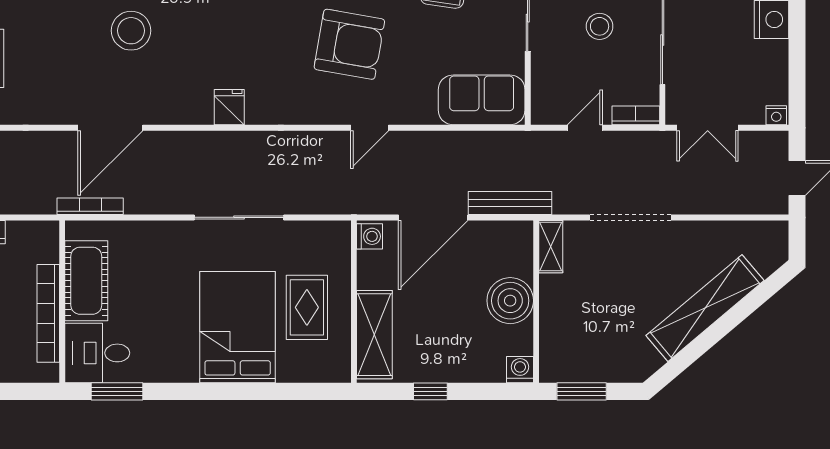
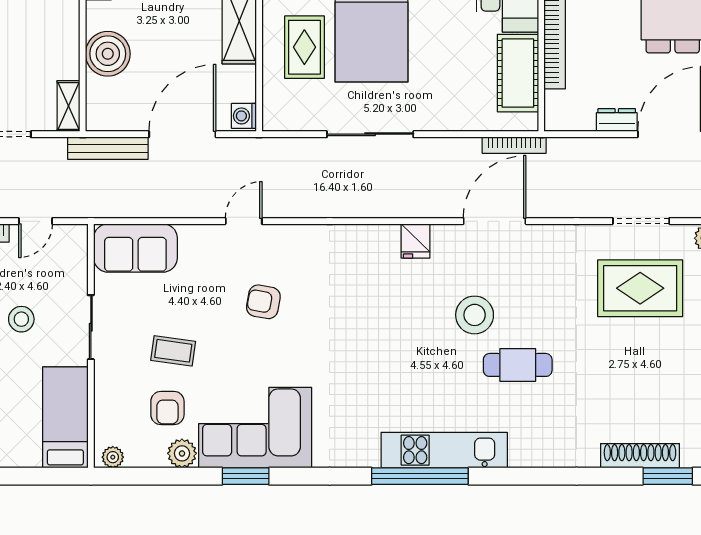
armchair: (349, 44) -> (263, 302), width x0.53, depth x0.53
fridge: (229, 107) -> (416, 241), moved

